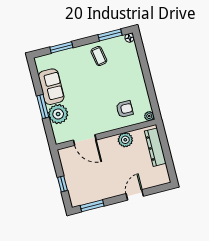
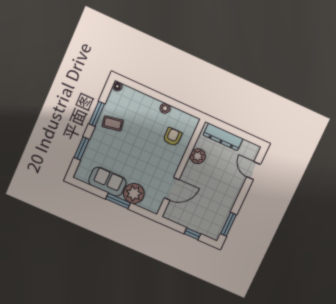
window: (110, 35) -> (97, 114), moved
plant: (149, 116) -> (165, 108), moved
door: (135, 195) -> (254, 171), moved

